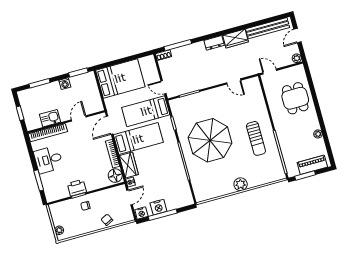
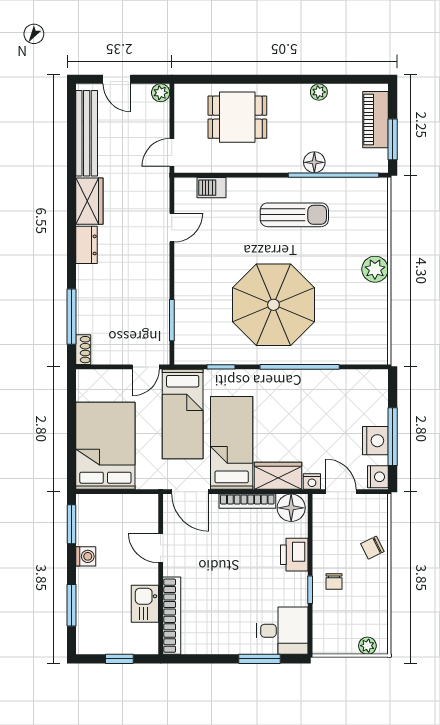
barbecue: (258, 95) -> (212, 188), added
floor lamp: (284, 141) -> (314, 162), added
desk: (48, 160) -> (282, 631), moved, turned -90
printer: (77, 188) -> (294, 555), moved

